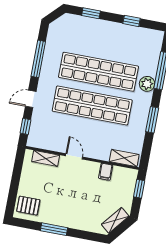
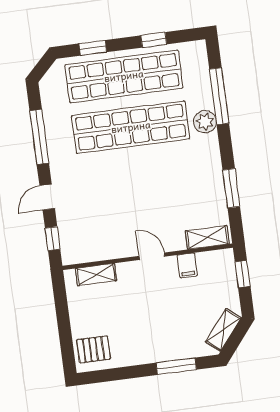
shop shelf: (92, 106) -> (124, 76), moved
window: (152, 120) -> (231, 188), moved
door: (74, 156) -> (152, 256), moved
window: (54, 229) -> (176, 366), moved

